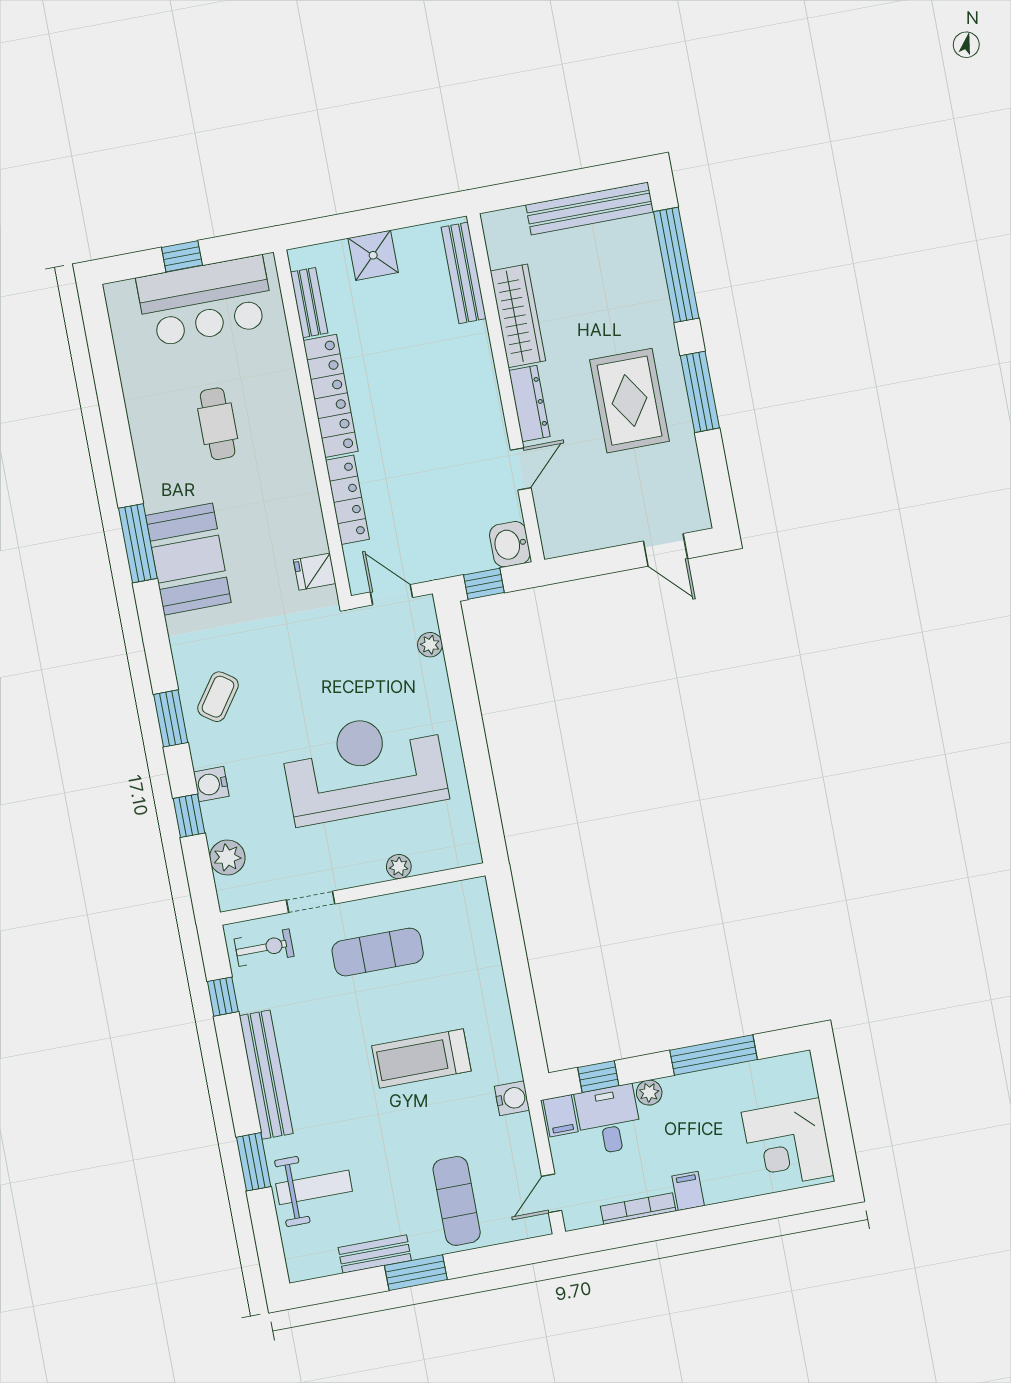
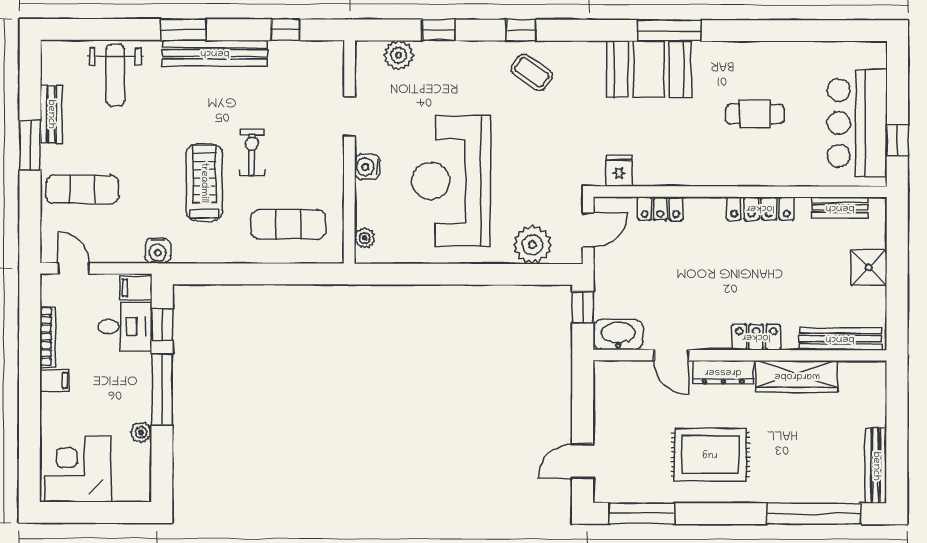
bench: (590, 208) -> (876, 466), width x0.73, depth x0.82
window: (182, 256) -> (897, 140), moved
locker: (481, 373) -> (756, 337), added
window: (700, 392) -> (642, 513), moved
locker: (331, 396) -> (760, 208), width x0.71, depth x0.83
locker: (347, 500) -> (660, 209), width x0.66
washbasin: (510, 544) -> (618, 335), width x1.38
plant: (430, 645) -> (532, 245), width x1.88, depth x1.88
window: (171, 718) -> (521, 30), width x0.67
reception desk: (364, 767) -> (451, 181), turned 180
water cooler: (211, 784) -> (367, 167), moved, turned -90
plant: (399, 867) -> (365, 238), moved
exercise bike: (264, 948) -> (252, 153), moved, turned 180
exercise mat: (378, 952) -> (288, 224), moved, turned 90
window: (714, 1055) -> (162, 390), moved
plant: (649, 1093) -> (141, 432), moved
window: (254, 1162) -> (183, 30), moved

